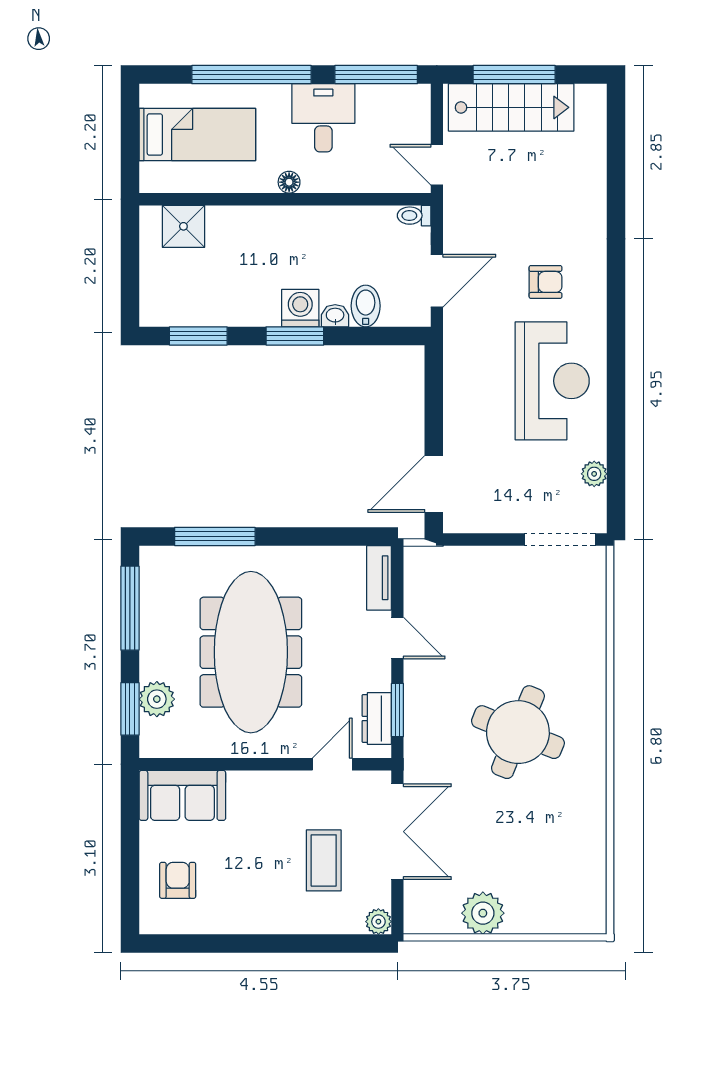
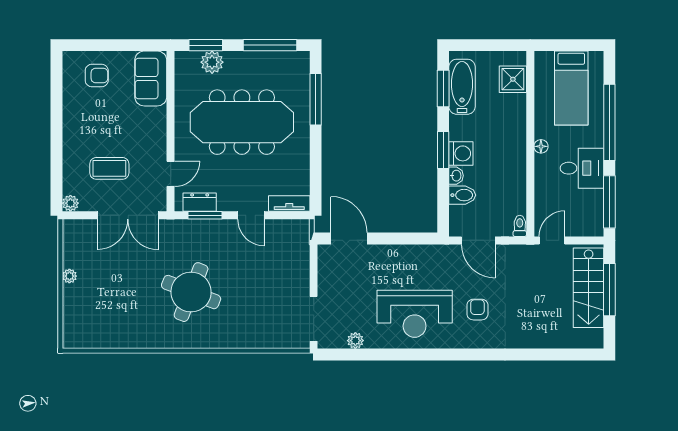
armchair: (546, 282) -> (477, 310), turned 180
bathtub: (195, 306) -> (462, 87), added
door: (397, 638) -> (251, 215), hinge flipped
door: (332, 764) -> (171, 174), hinge flipped
plant: (483, 913) -> (69, 276), width x0.53, depth x0.53

